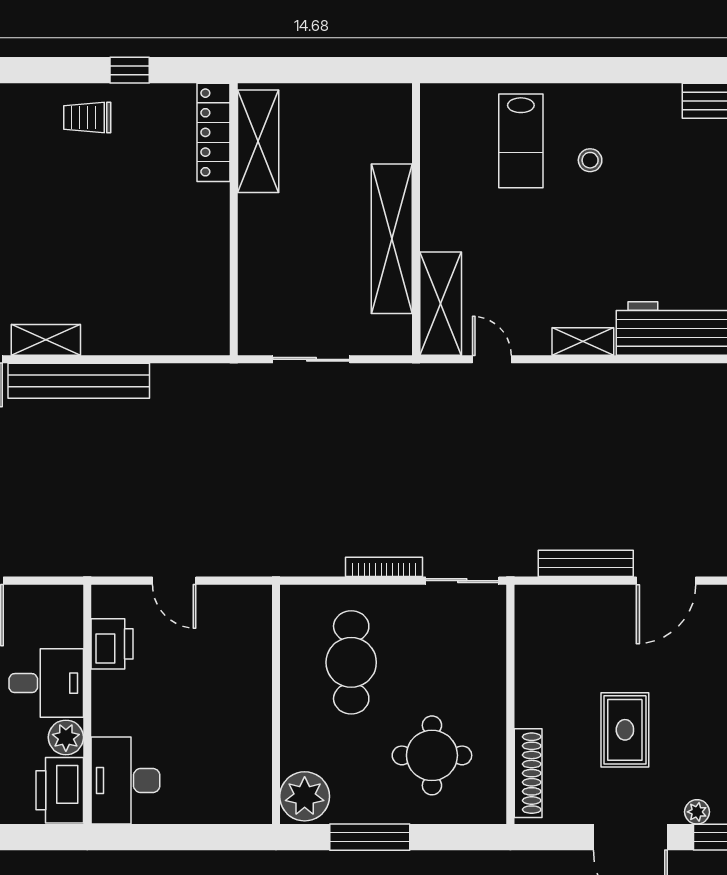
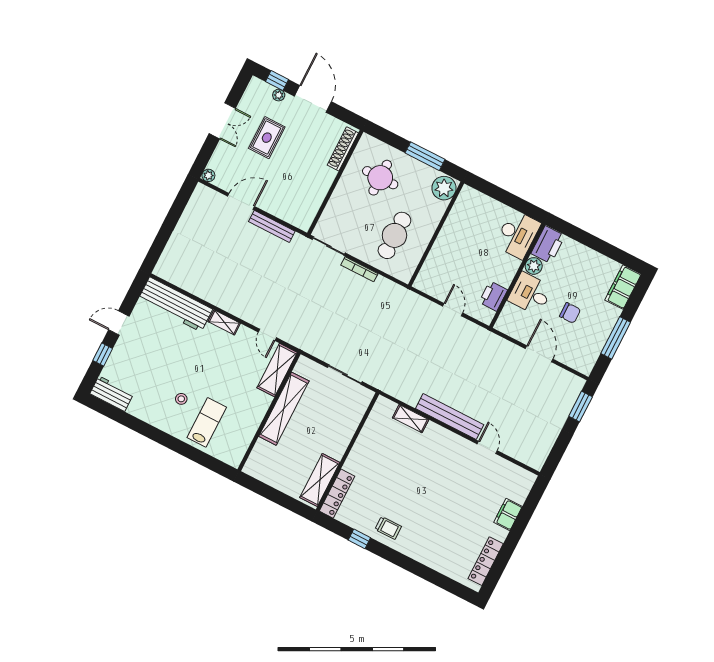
shelving: (46, 340) -> (411, 419), moved
rug: (625, 730) -> (267, 138), moved

